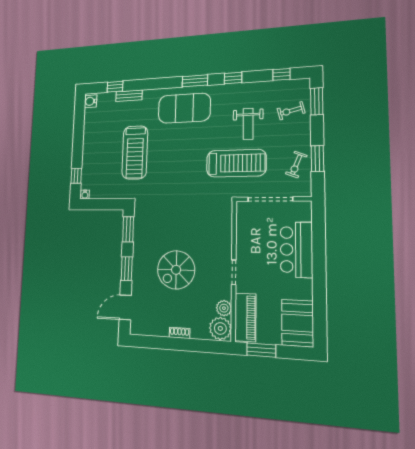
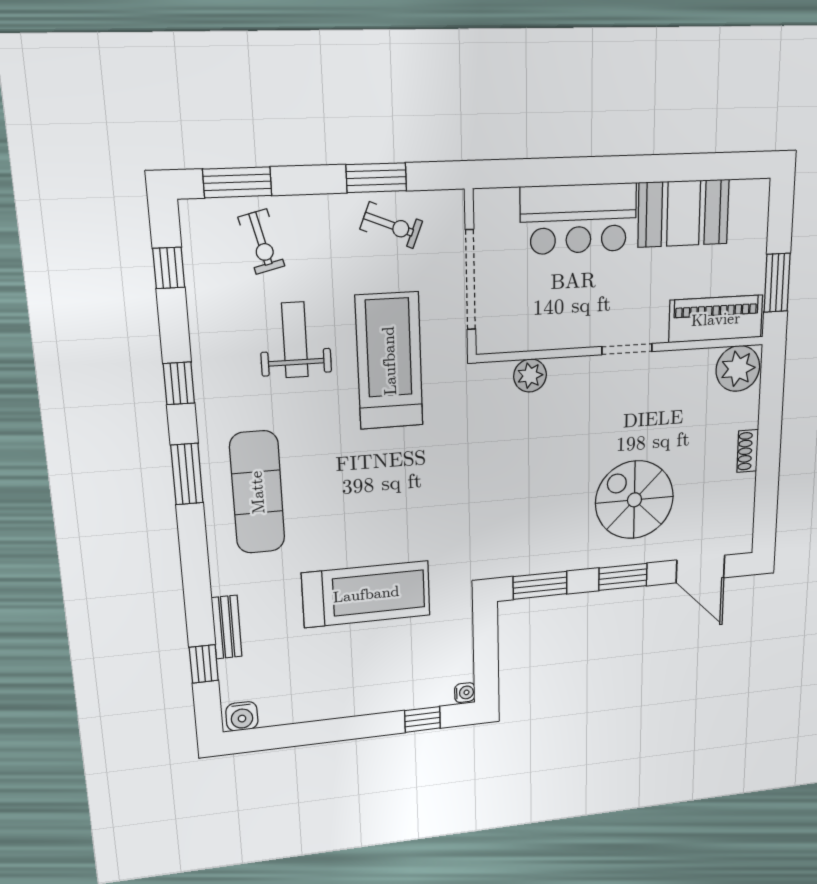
exercise mat: (184, 108) -> (257, 492), width x0.68
weight bench: (248, 124) -> (295, 340), turned -90
spiral stairs: (176, 270) -> (634, 500), moved, turned 180
plant: (224, 308) -> (530, 376), moved
booth: (297, 323) -> (684, 213), moved

